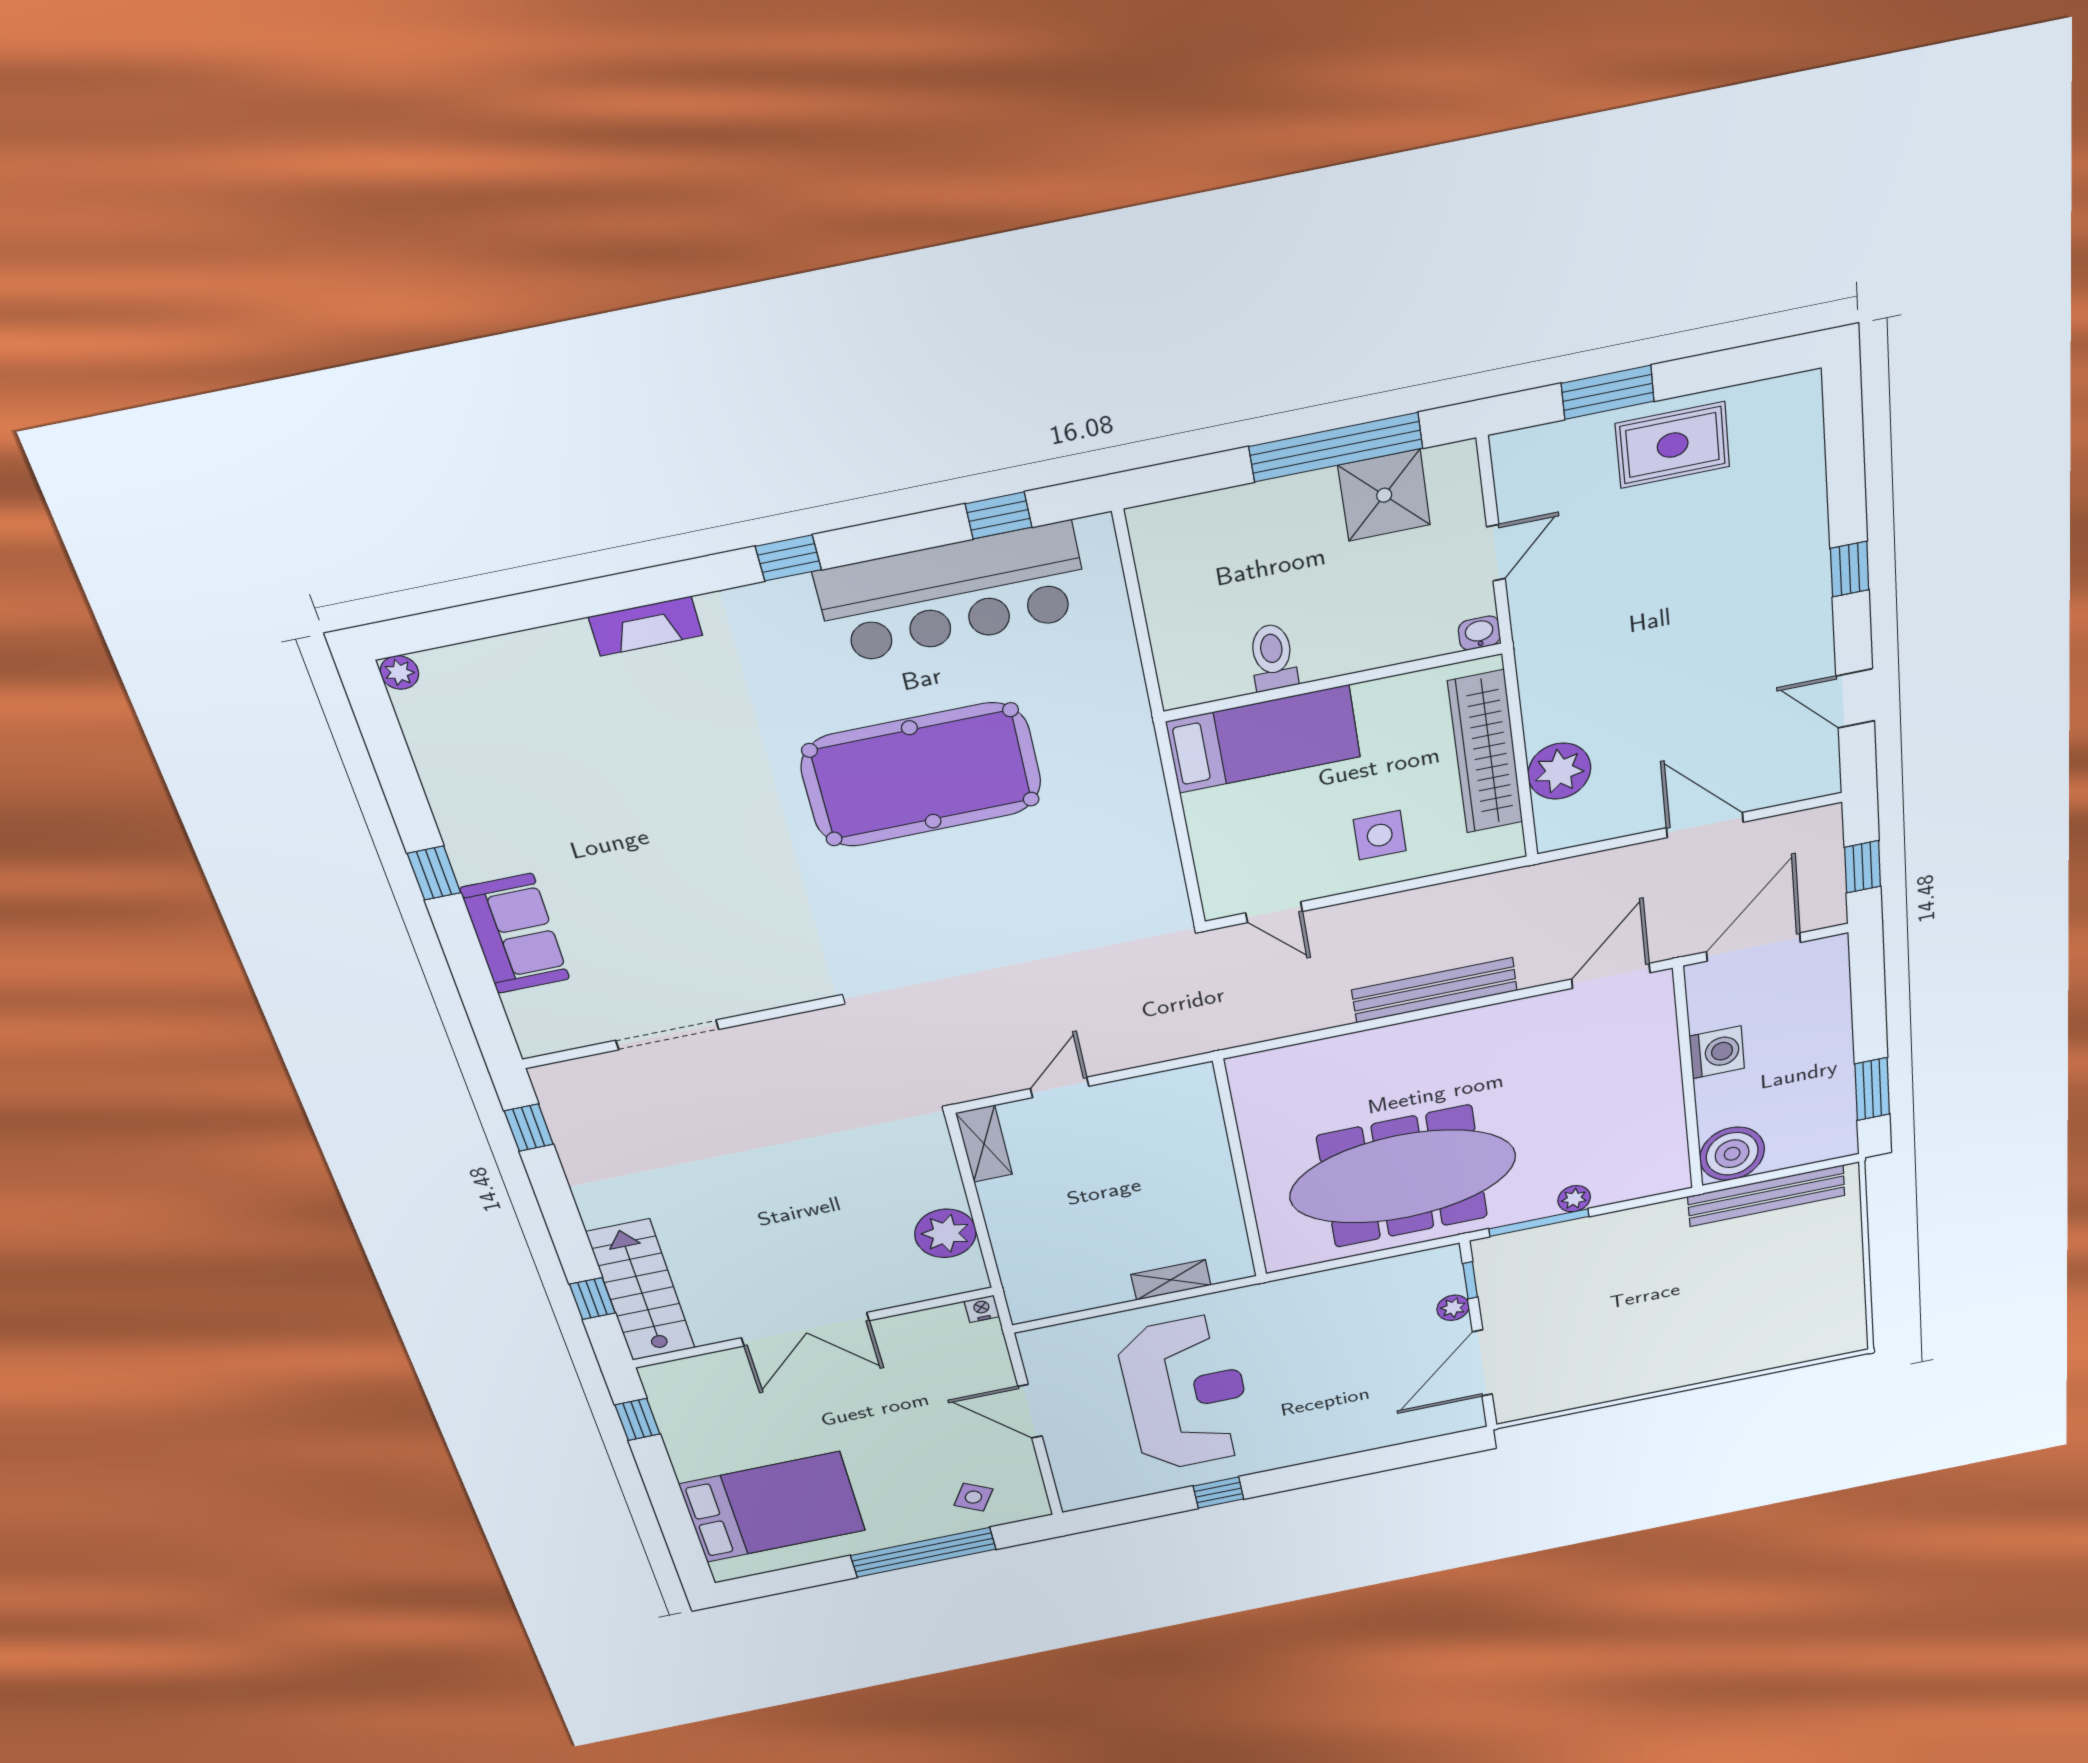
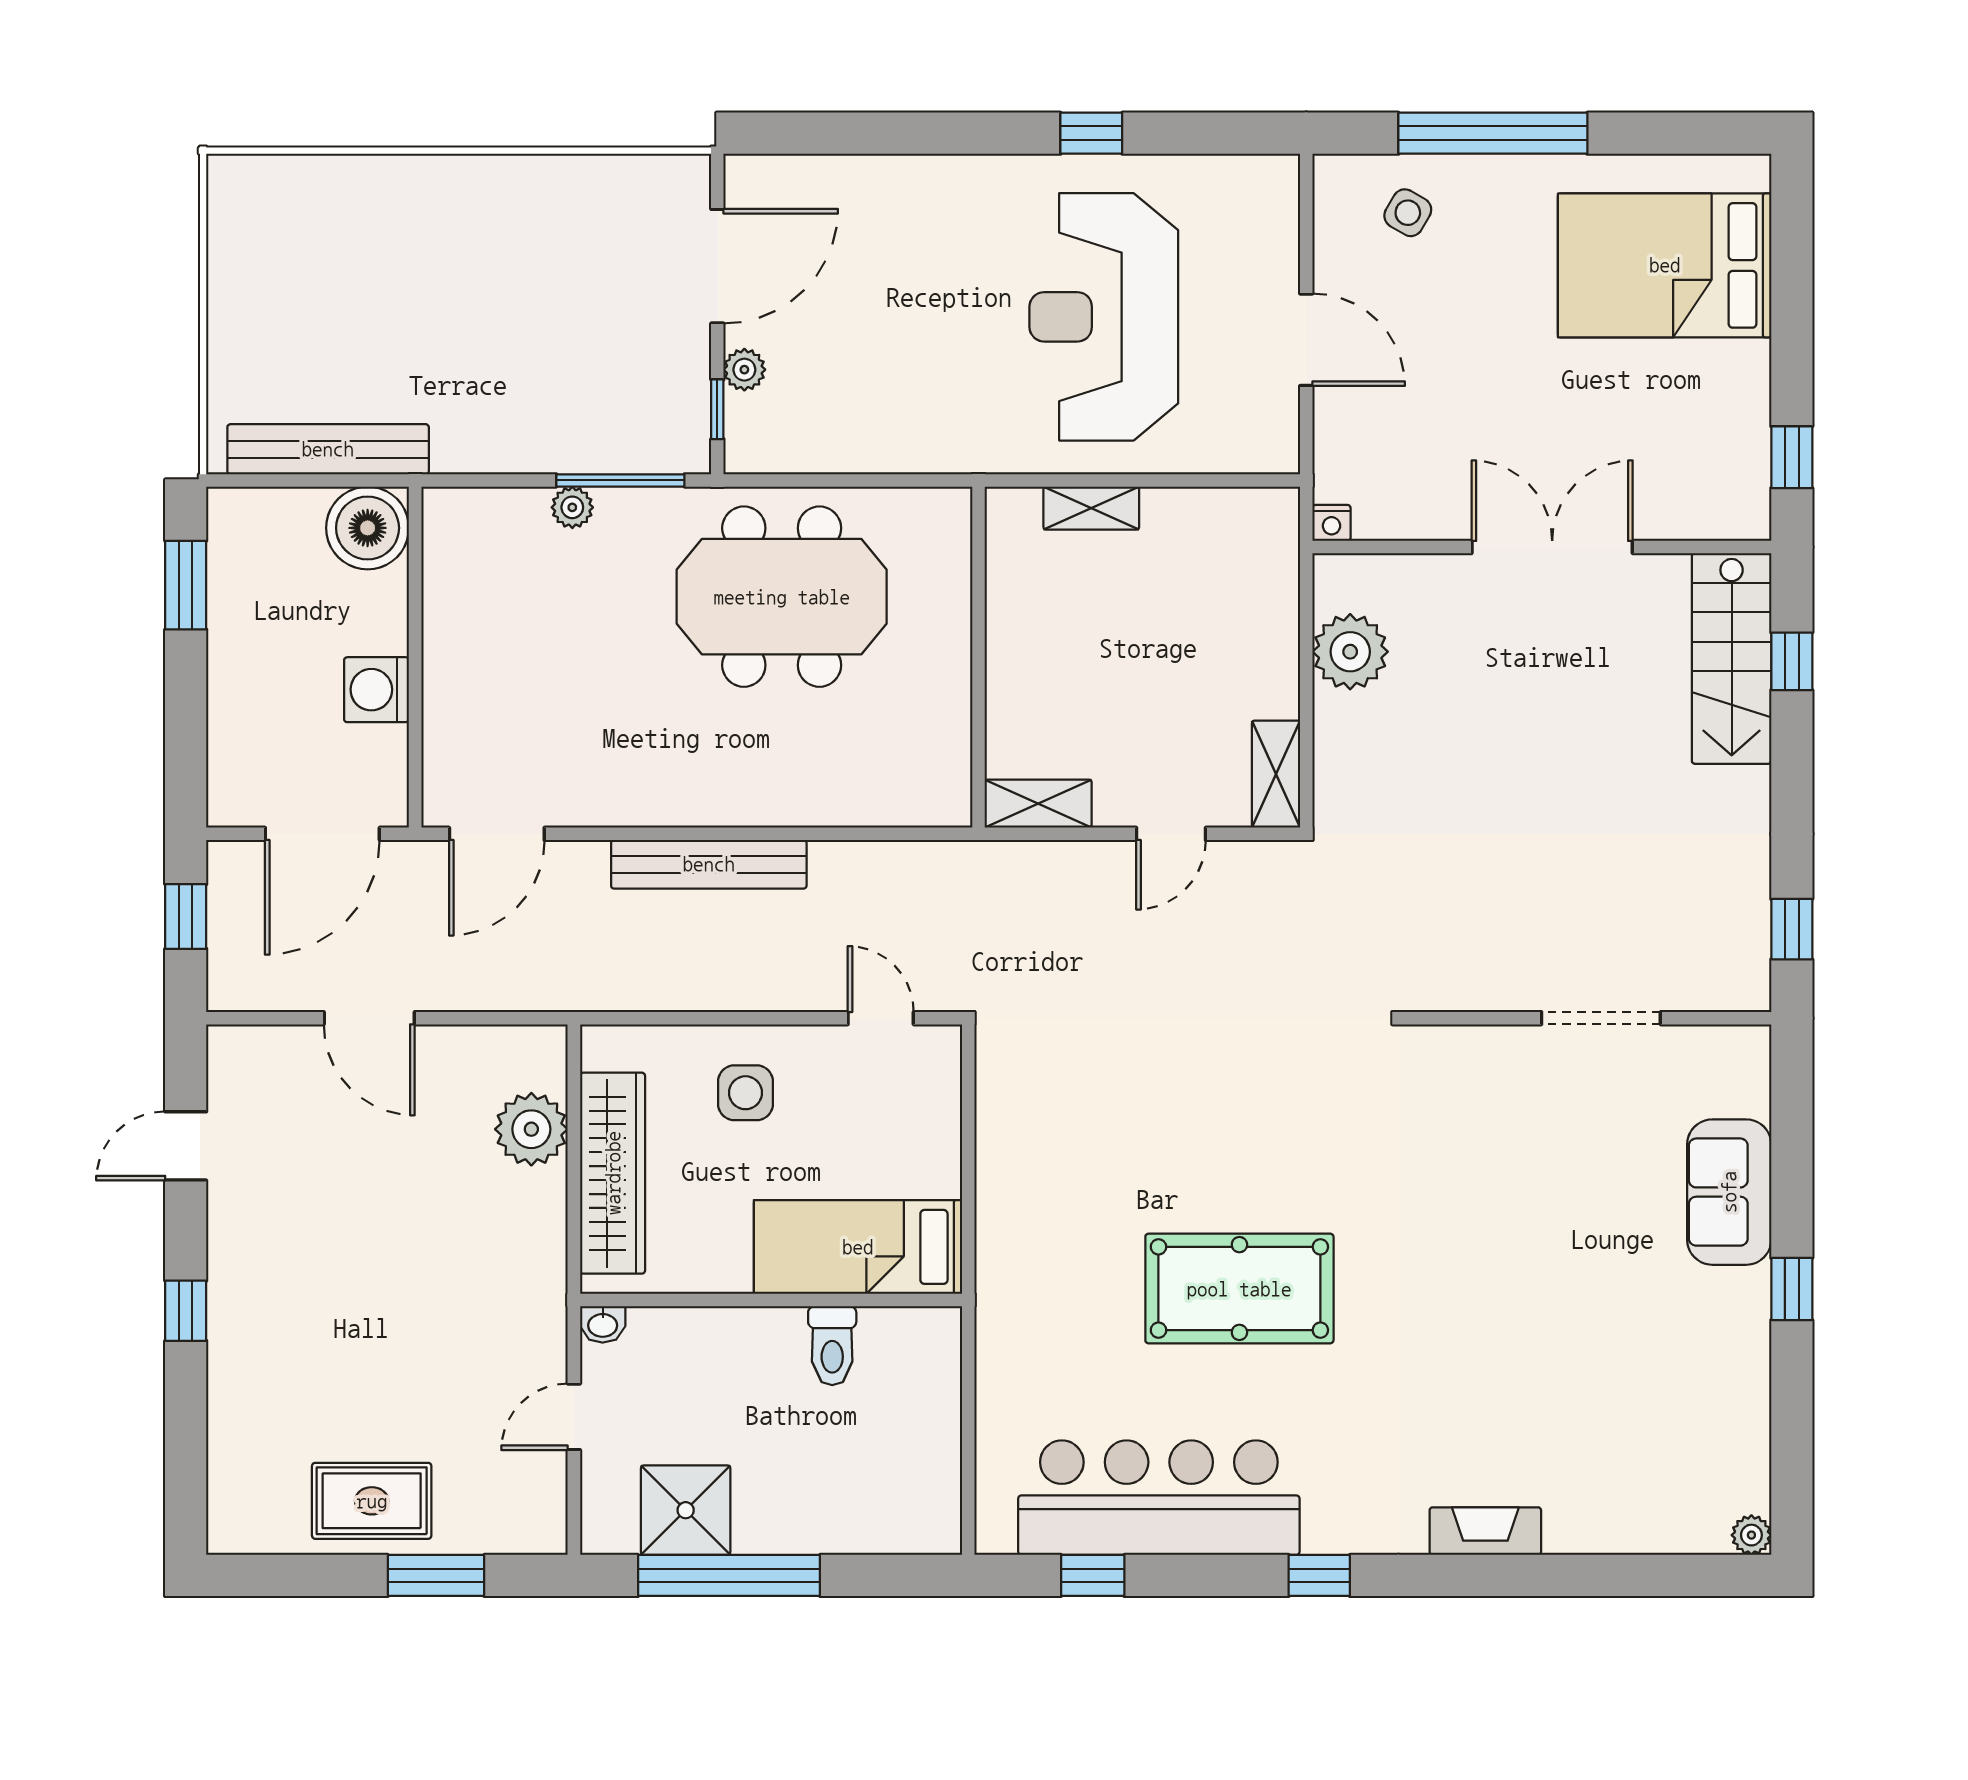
door: (1855, 698) -> (186, 1146), swing flipped
pool table: (921, 775) -> (1239, 1289), width x0.73, depth x0.76
shelving: (1173, 1085) -> (1038, 804), added
meeting table: (1403, 1177) -> (782, 597), width x0.73

